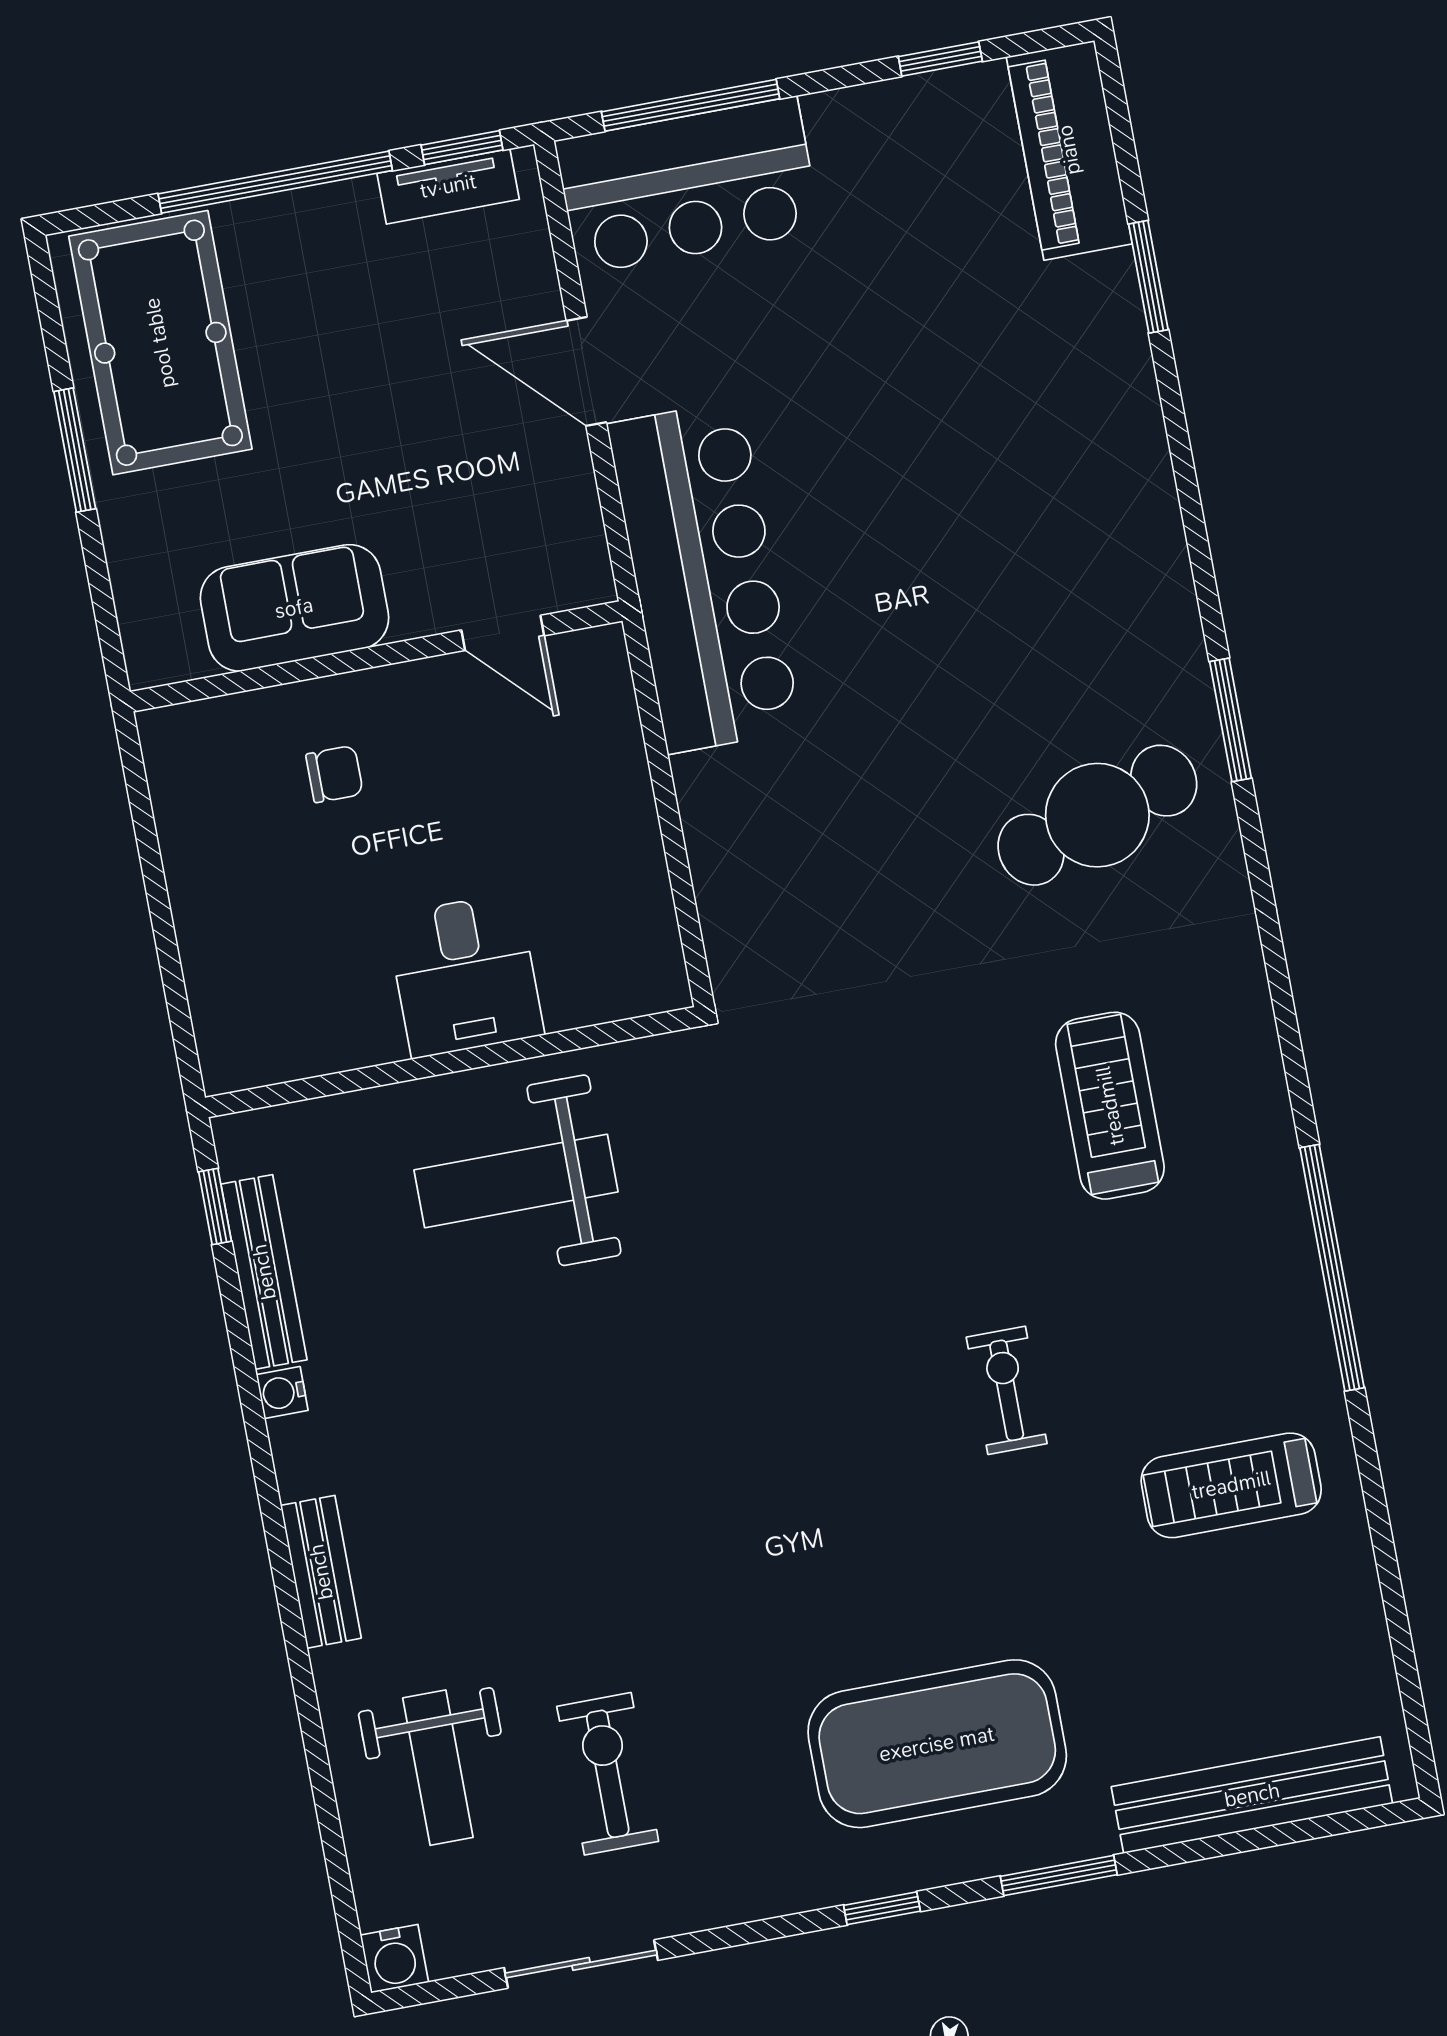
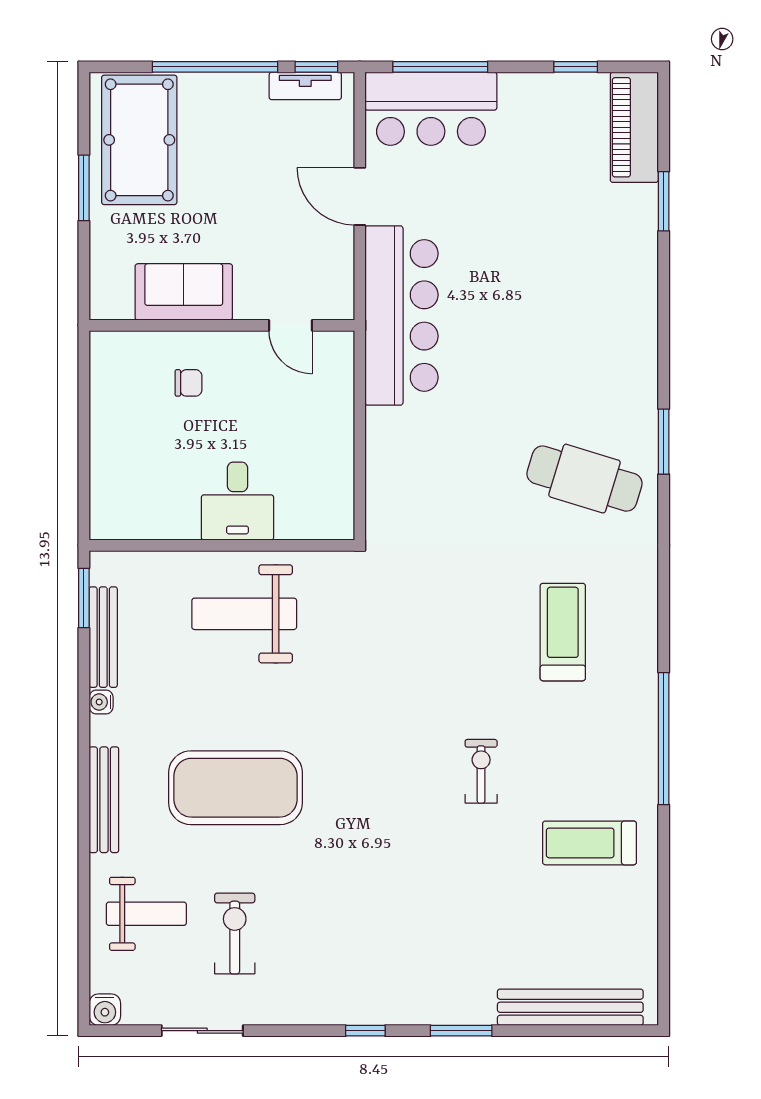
cafe table: (1097, 815) -> (584, 479), turned 34
window: (215, 1207) -> (84, 598), width x1.50
bench: (321, 1572) -> (104, 800), width x1.36
exercise mat: (937, 1744) -> (235, 788), moved
weight bench: (438, 1768) -> (146, 914), turned -90

